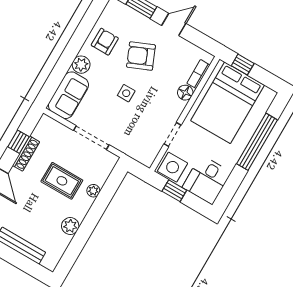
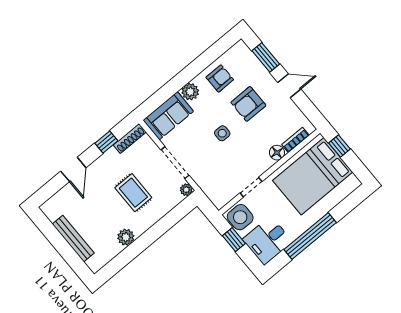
armchair: (141, 56) -> (248, 104), turned -67
window: (257, 142) -> (310, 236), moved
shoe rack: (26, 154) -> (130, 138), moved
plant: (93, 191) -> (186, 190), moved

